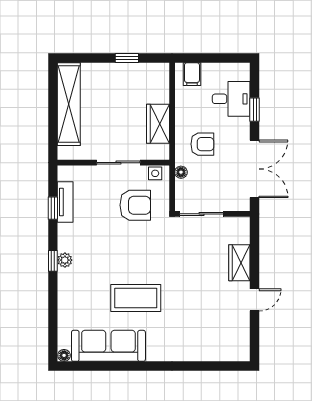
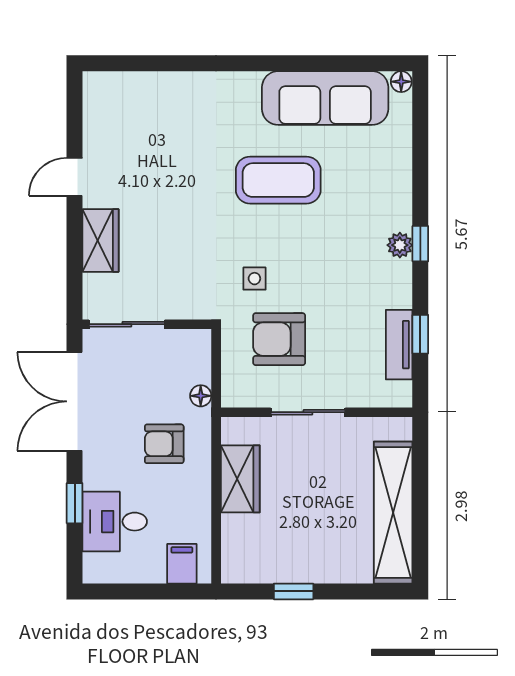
side table: (155, 173) -> (254, 279), moved
sliding door: (202, 214) -> (127, 324), moved

